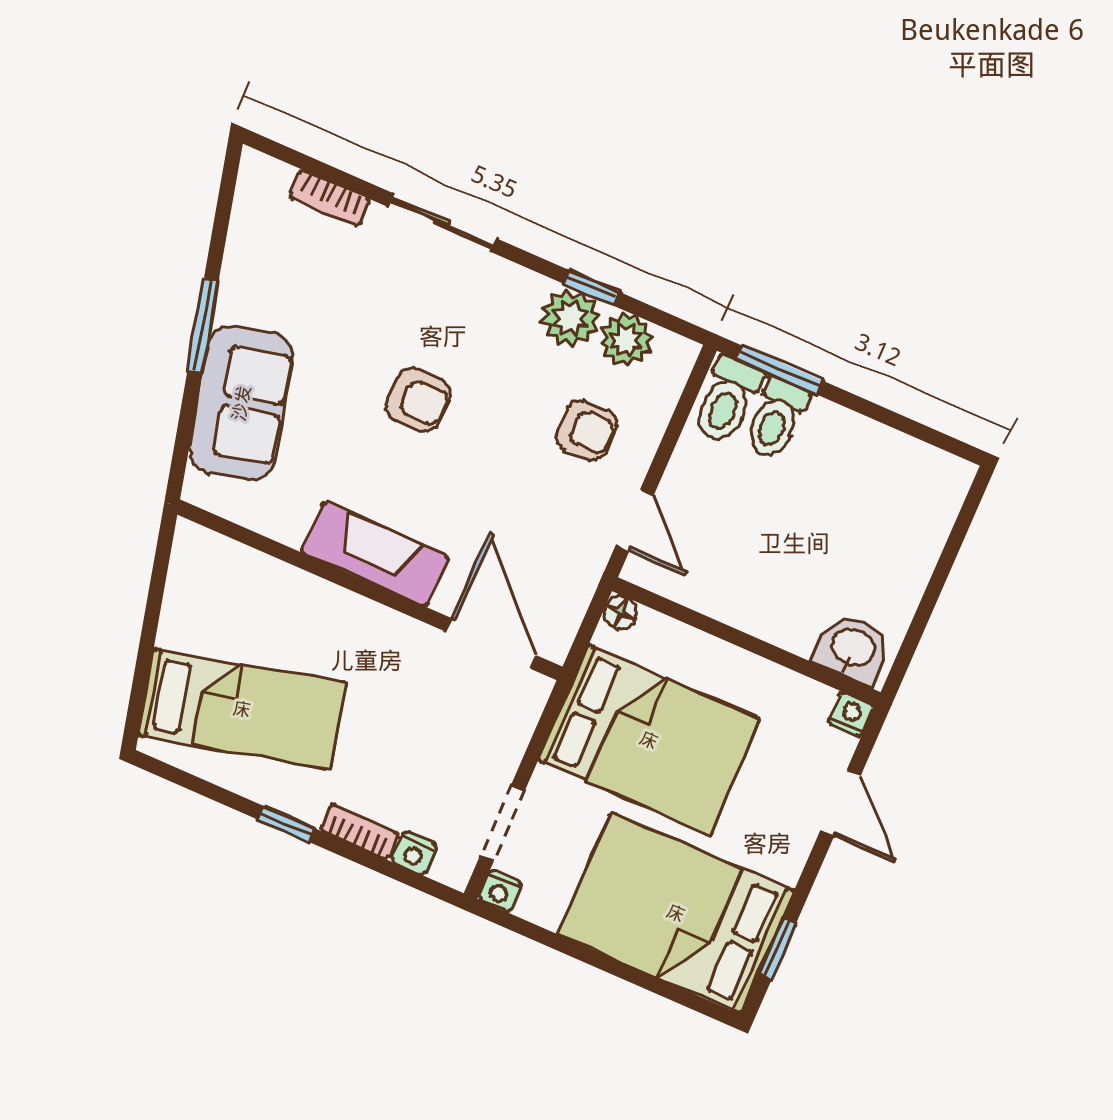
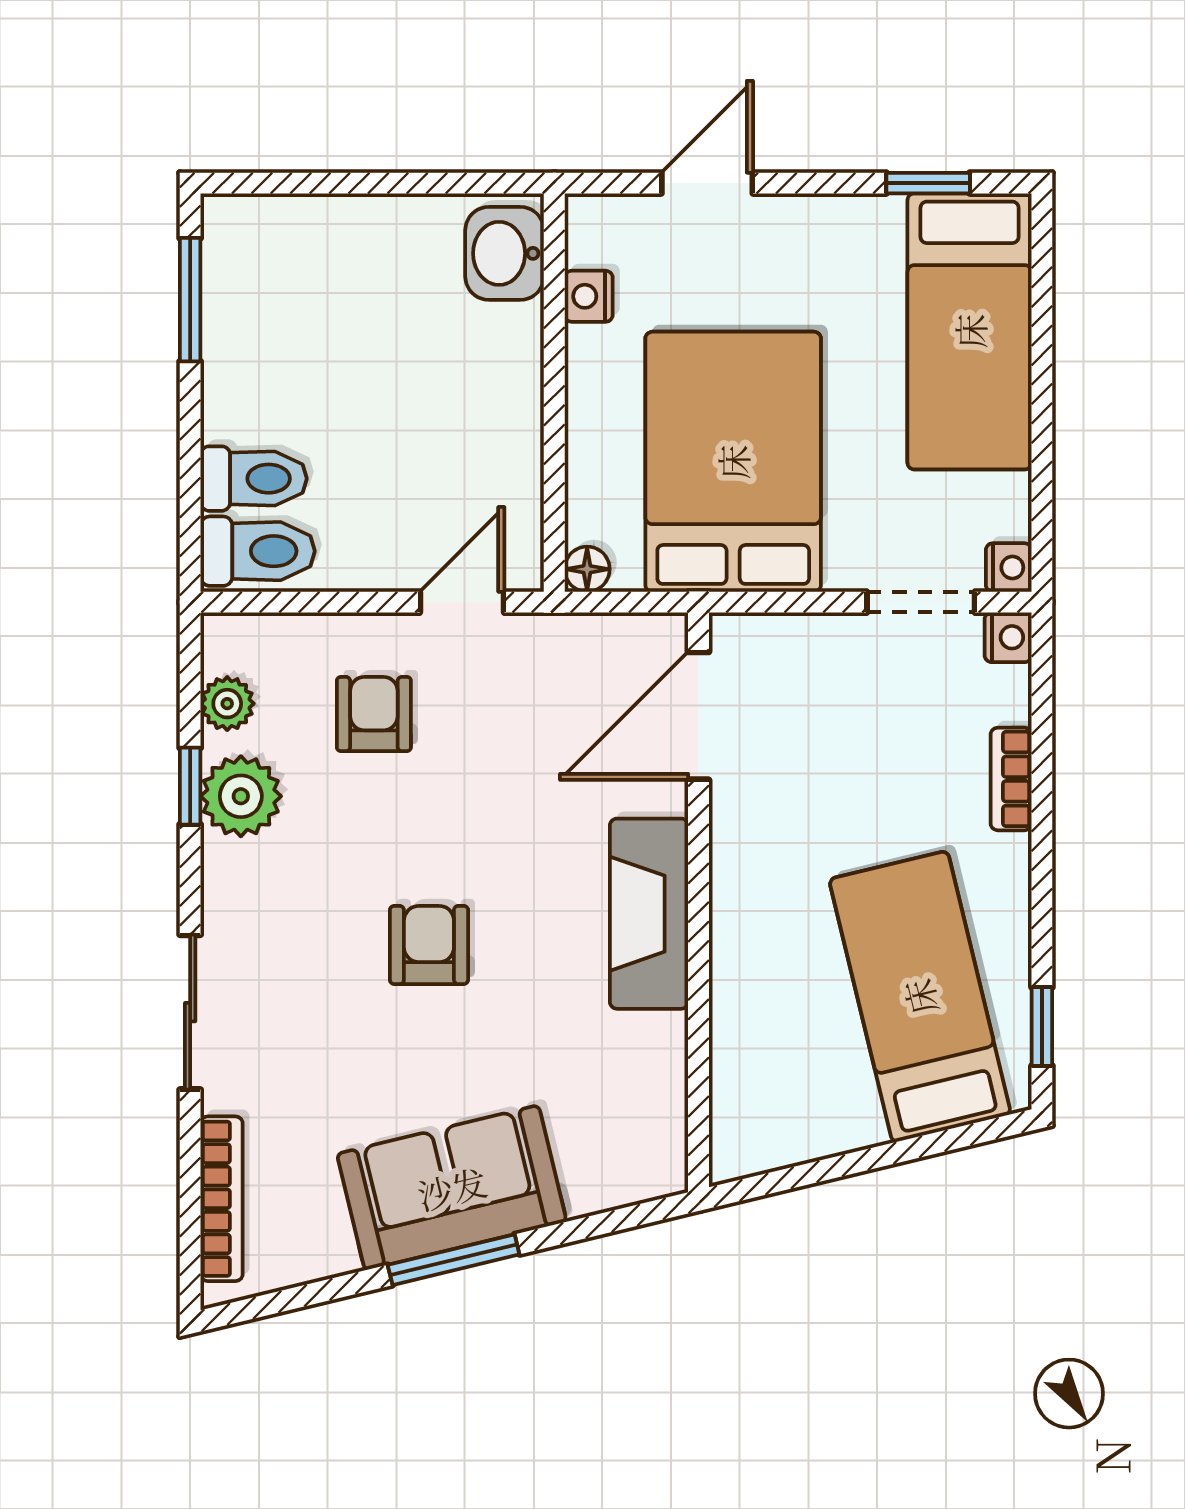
bookcase: (330, 198) -> (222, 1199), width x1.56
plant: (626, 340) -> (227, 704), width x0.73, depth x0.73
window: (779, 370) -> (190, 300), moved
sofa: (241, 403) -> (452, 1188), moved
nightstand: (851, 714) -> (589, 296), moved
window: (286, 824) -> (1042, 1026), moved
nightstand: (414, 853) -> (1008, 637), moved
bed: (676, 913) -> (970, 331), width x0.67

